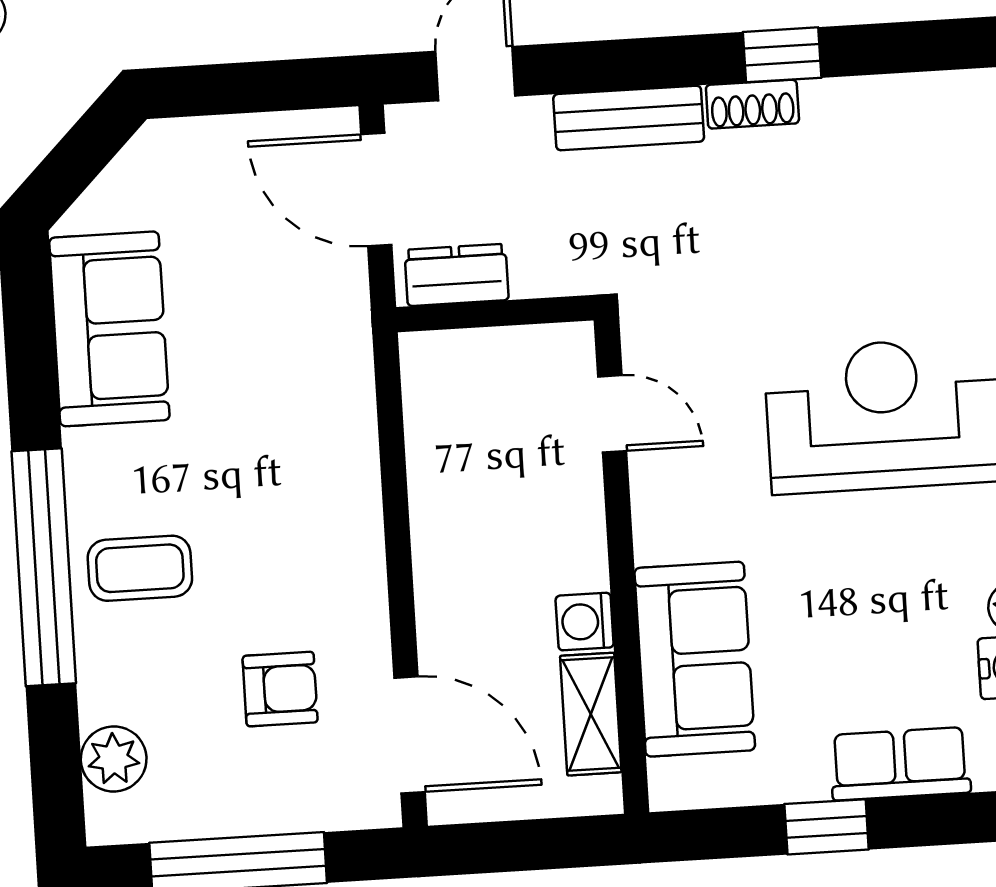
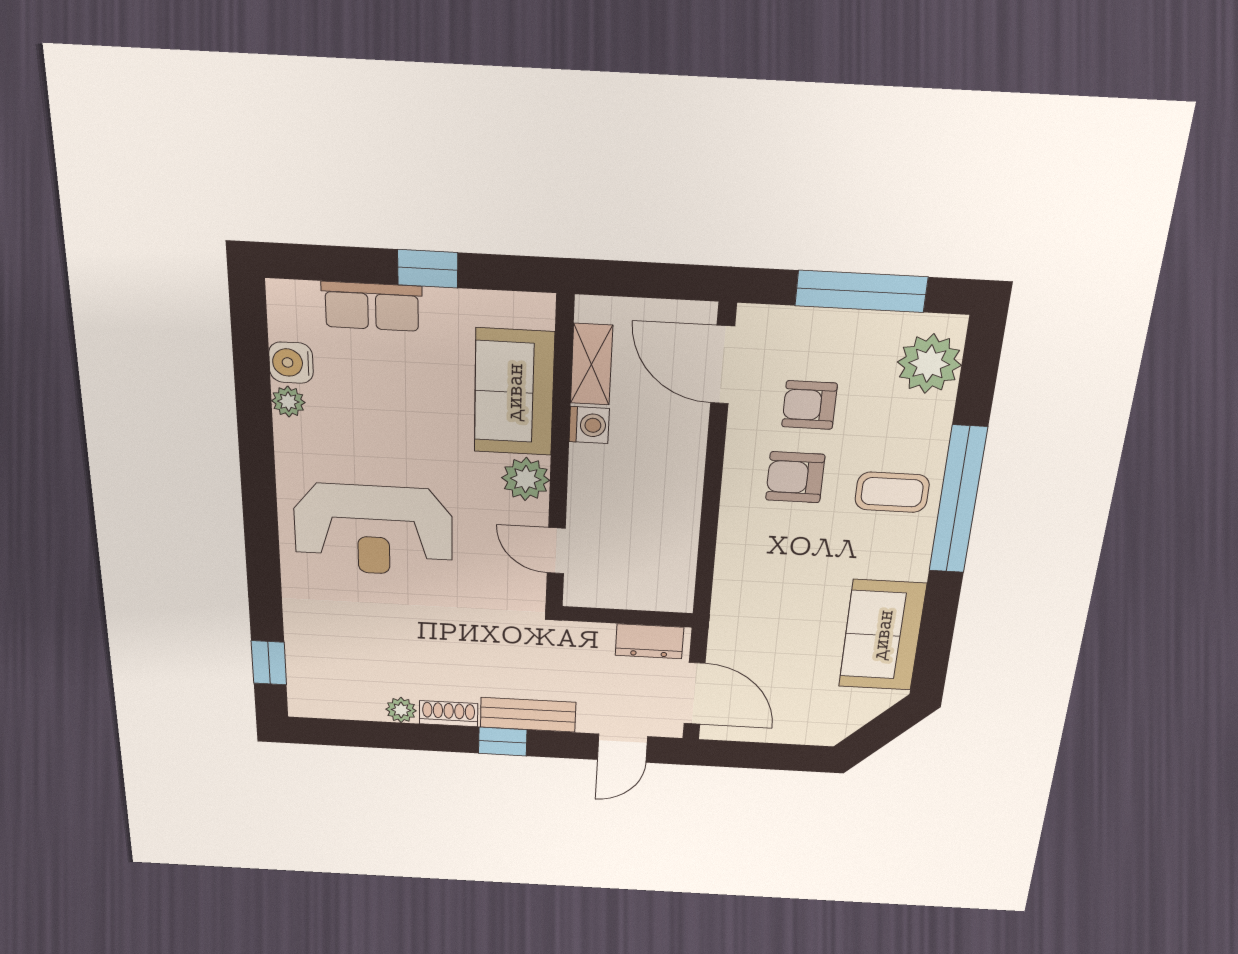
window: (782, 55) -> (503, 742), moved
plant: (827, 102) -> (401, 710), added
plant: (667, 526) -> (526, 479), added
armchair: (282, 575) -> (795, 477), added
plant: (114, 759) -> (929, 364), width x1.36, depth x1.36

